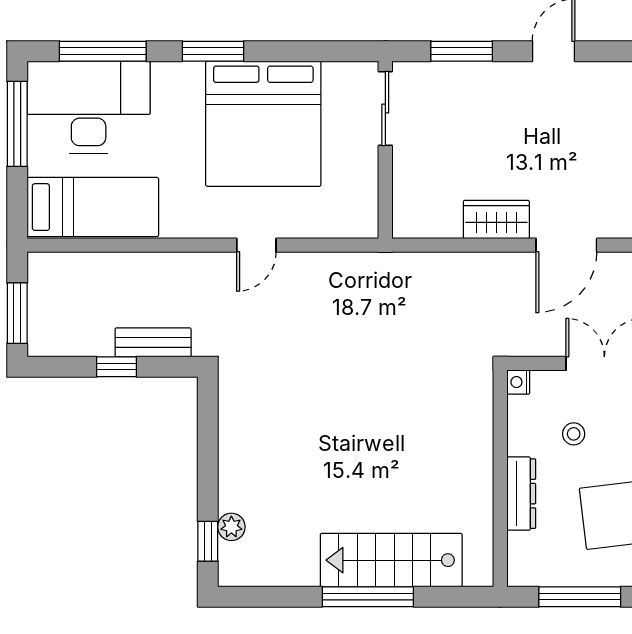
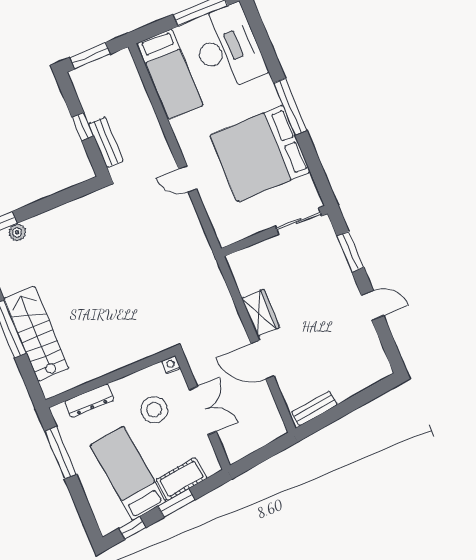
window: (103, 51) -> (264, 42), removed
window: (213, 51) -> (290, 107), width x1.44
stool: (574, 434) -> (154, 410), width x1.89, depth x1.89
dresser: (521, 494) -> (89, 401), moved

